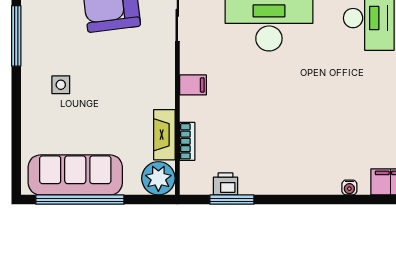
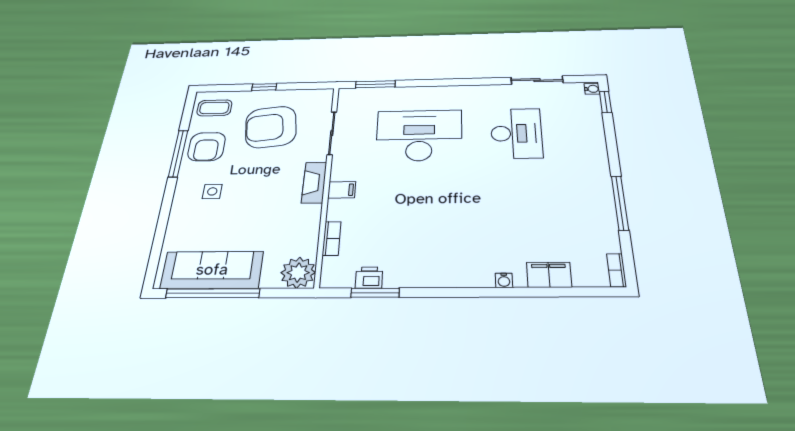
armchair: (45, 28) -> (207, 147), added
fireplace: (164, 135) -> (314, 183), moved

